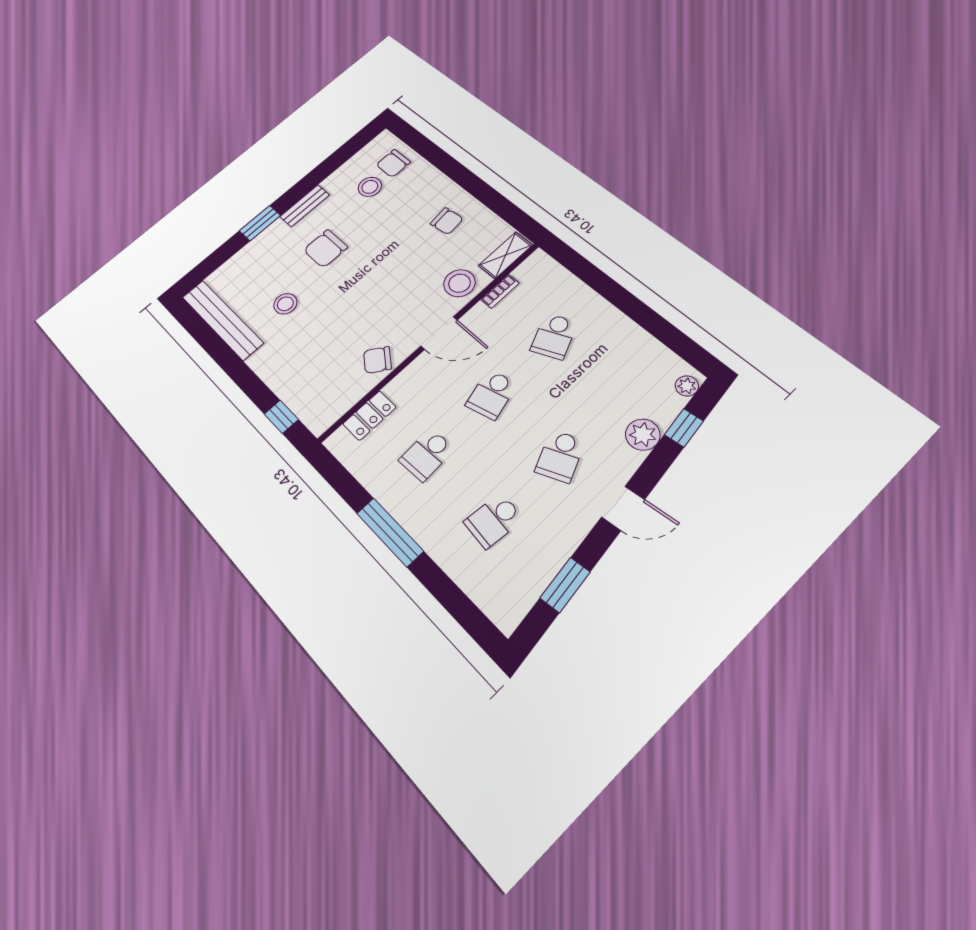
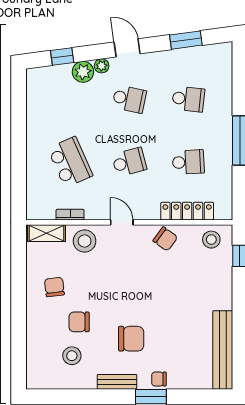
chair: (393, 163) -> (79, 322), moved, turned 180
chair: (265, 242) -> (159, 379), added
stool: (285, 304) -> (211, 240), moved
door: (439, 333) -> (122, 222), width x0.73
school desk: (554, 336) -> (70, 162), width x1.85
plant: (687, 386) -> (102, 66), moved
locker: (370, 416) -> (187, 211), width x1.53
school desk: (560, 456) -> (129, 99), turned 36

